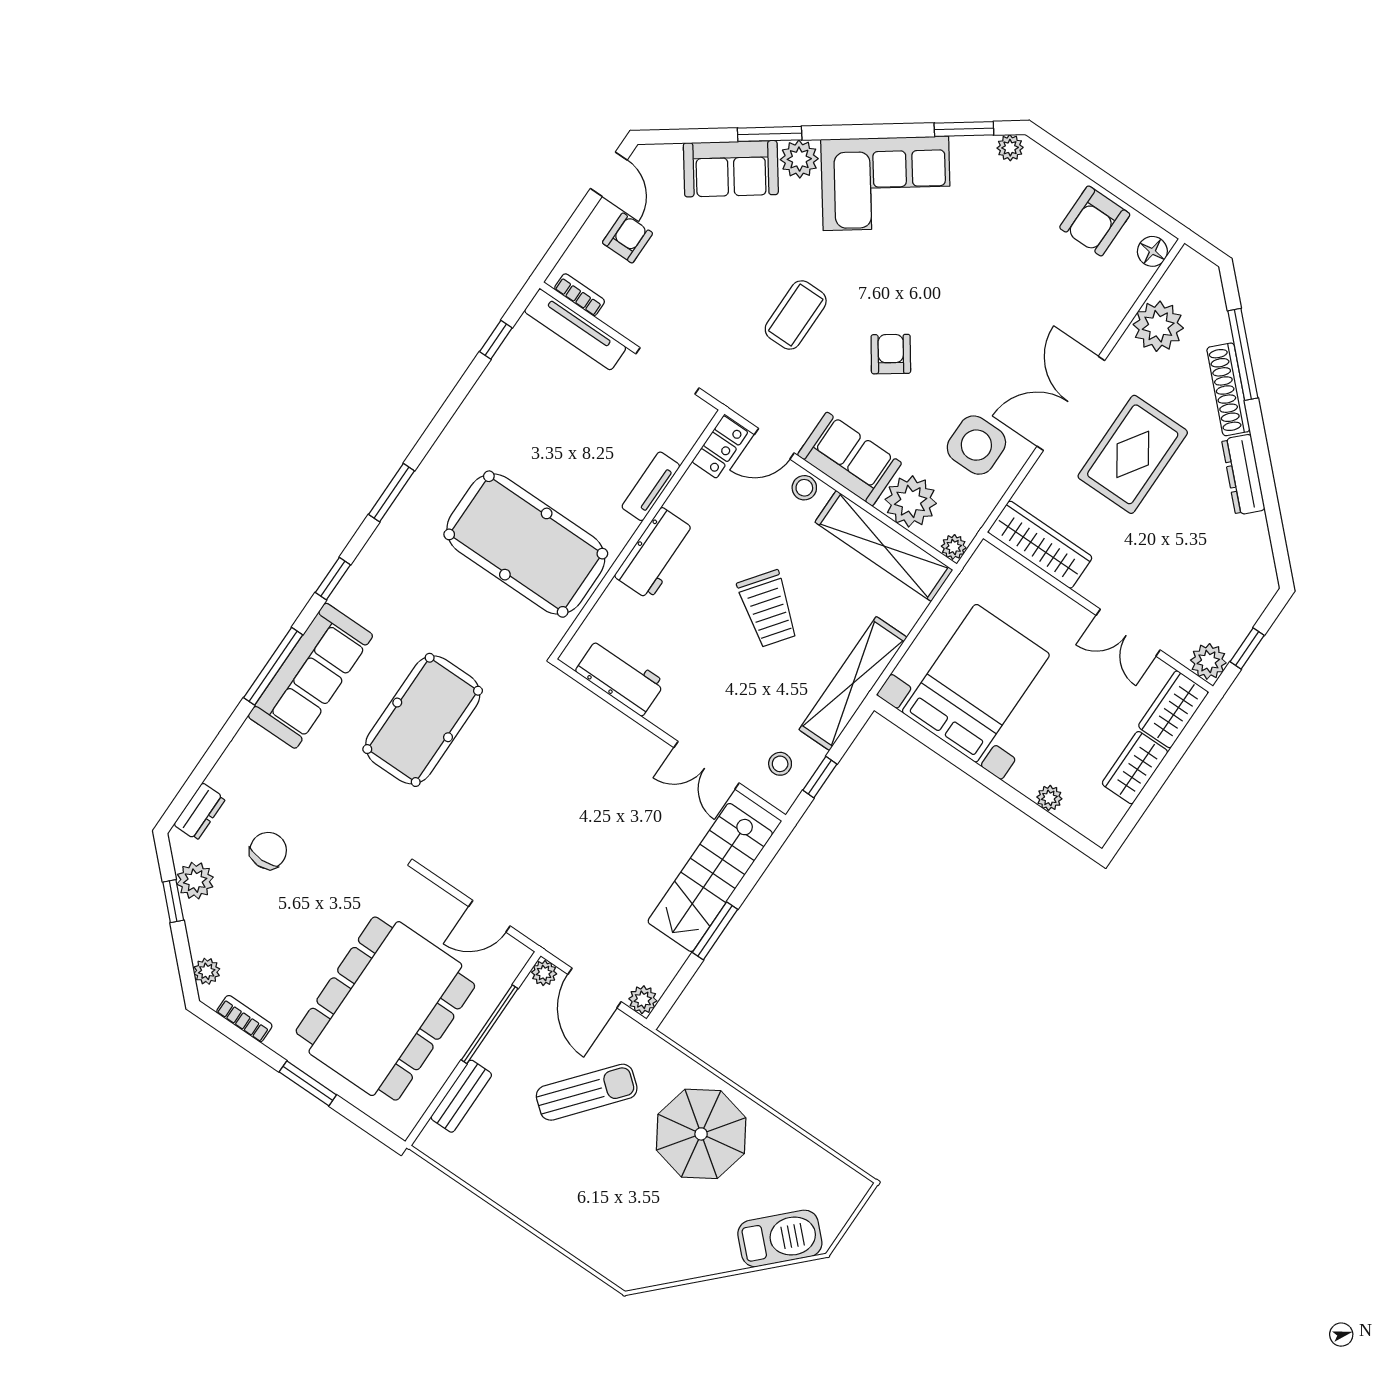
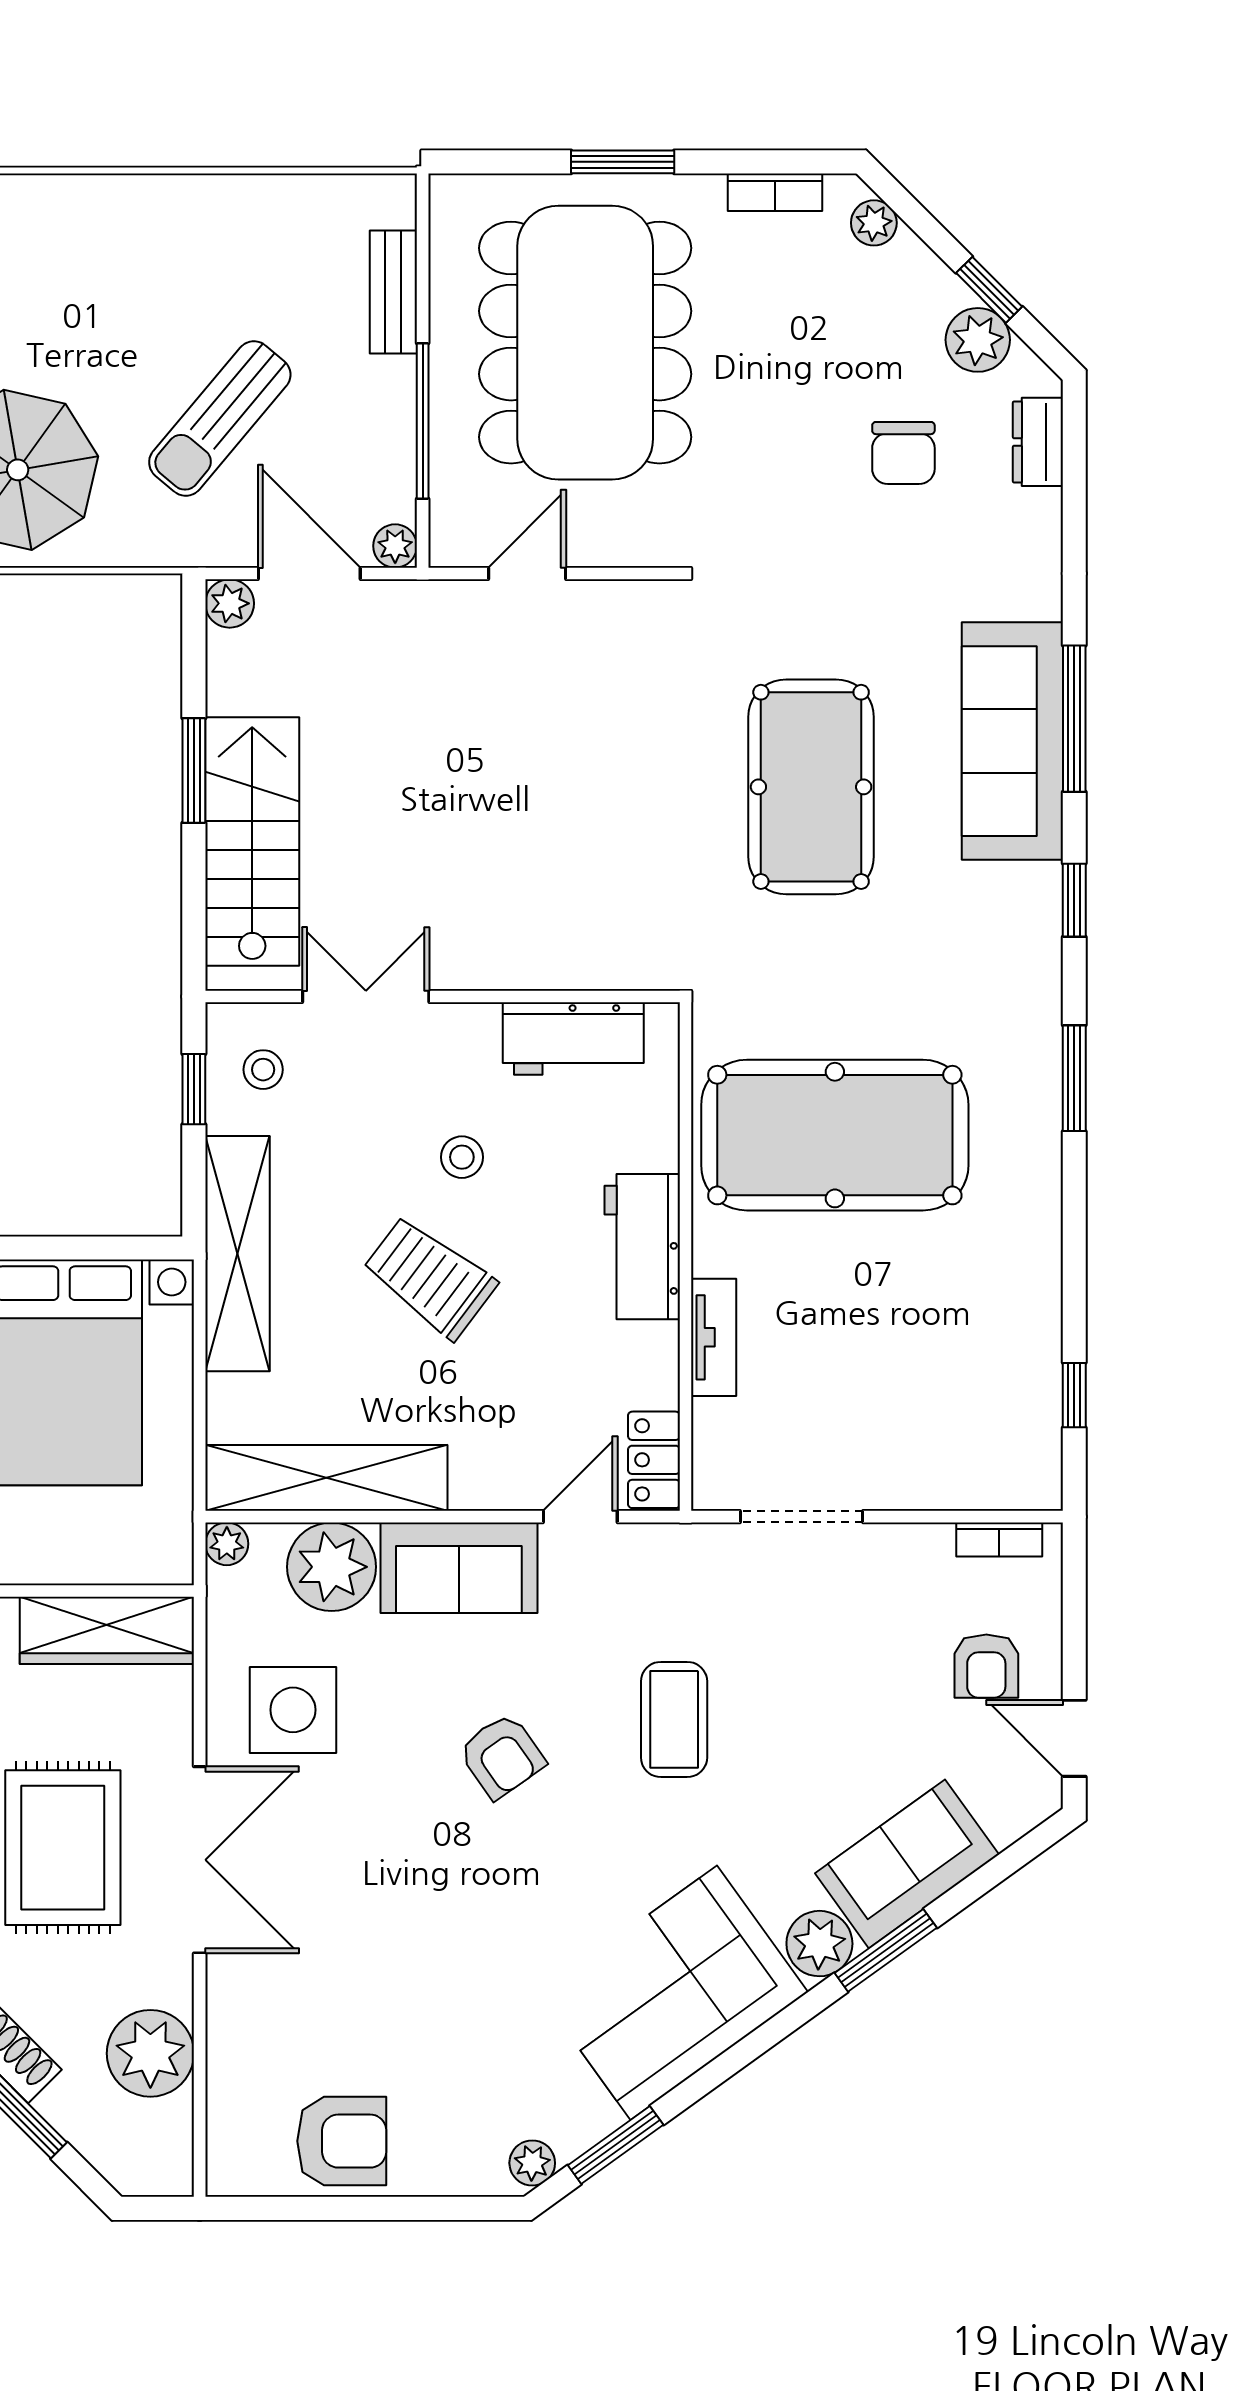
armchair: (1095, 221) -> (342, 2141), turned 90
floor lamp: (1152, 251) -> (231, 2154), removed
tv unit: (575, 329) -> (972, 1486), removed
stool: (804, 488) -> (462, 1157), moved

